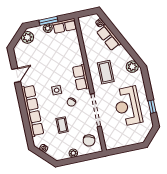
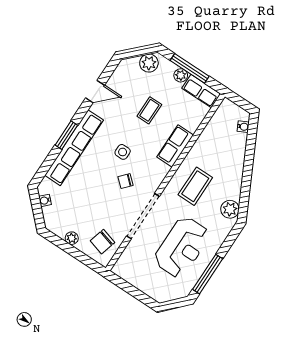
window: (49, 21) -> (190, 68), width x1.44
row of seats: (109, 38) -> (236, 152), removed
row of seats: (81, 77) -> (175, 146), moved
reception desk: (128, 106) -> (182, 247), turned 180
window: (152, 107) -> (208, 274), width x2.17
window: (23, 109) -> (66, 135), added
coffee table: (62, 125) -> (149, 110), moved

